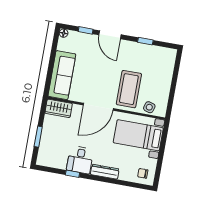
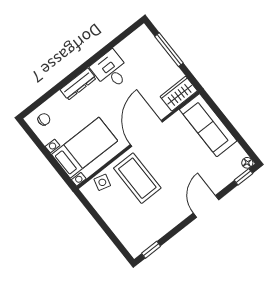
window: (86, 30) -> (243, 177), moved
door: (110, 35) -> (206, 206), hinge flipped
window: (145, 41) -> (151, 250), moved
window: (38, 137) -> (169, 50), width x1.44
window: (73, 174) -> (104, 51), removed

